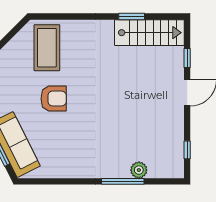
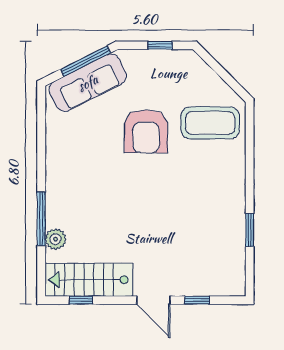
stairs: (149, 33) -> (89, 280), moved, turned 90
armchair: (54, 99) -> (146, 131), width x1.36, depth x1.36

